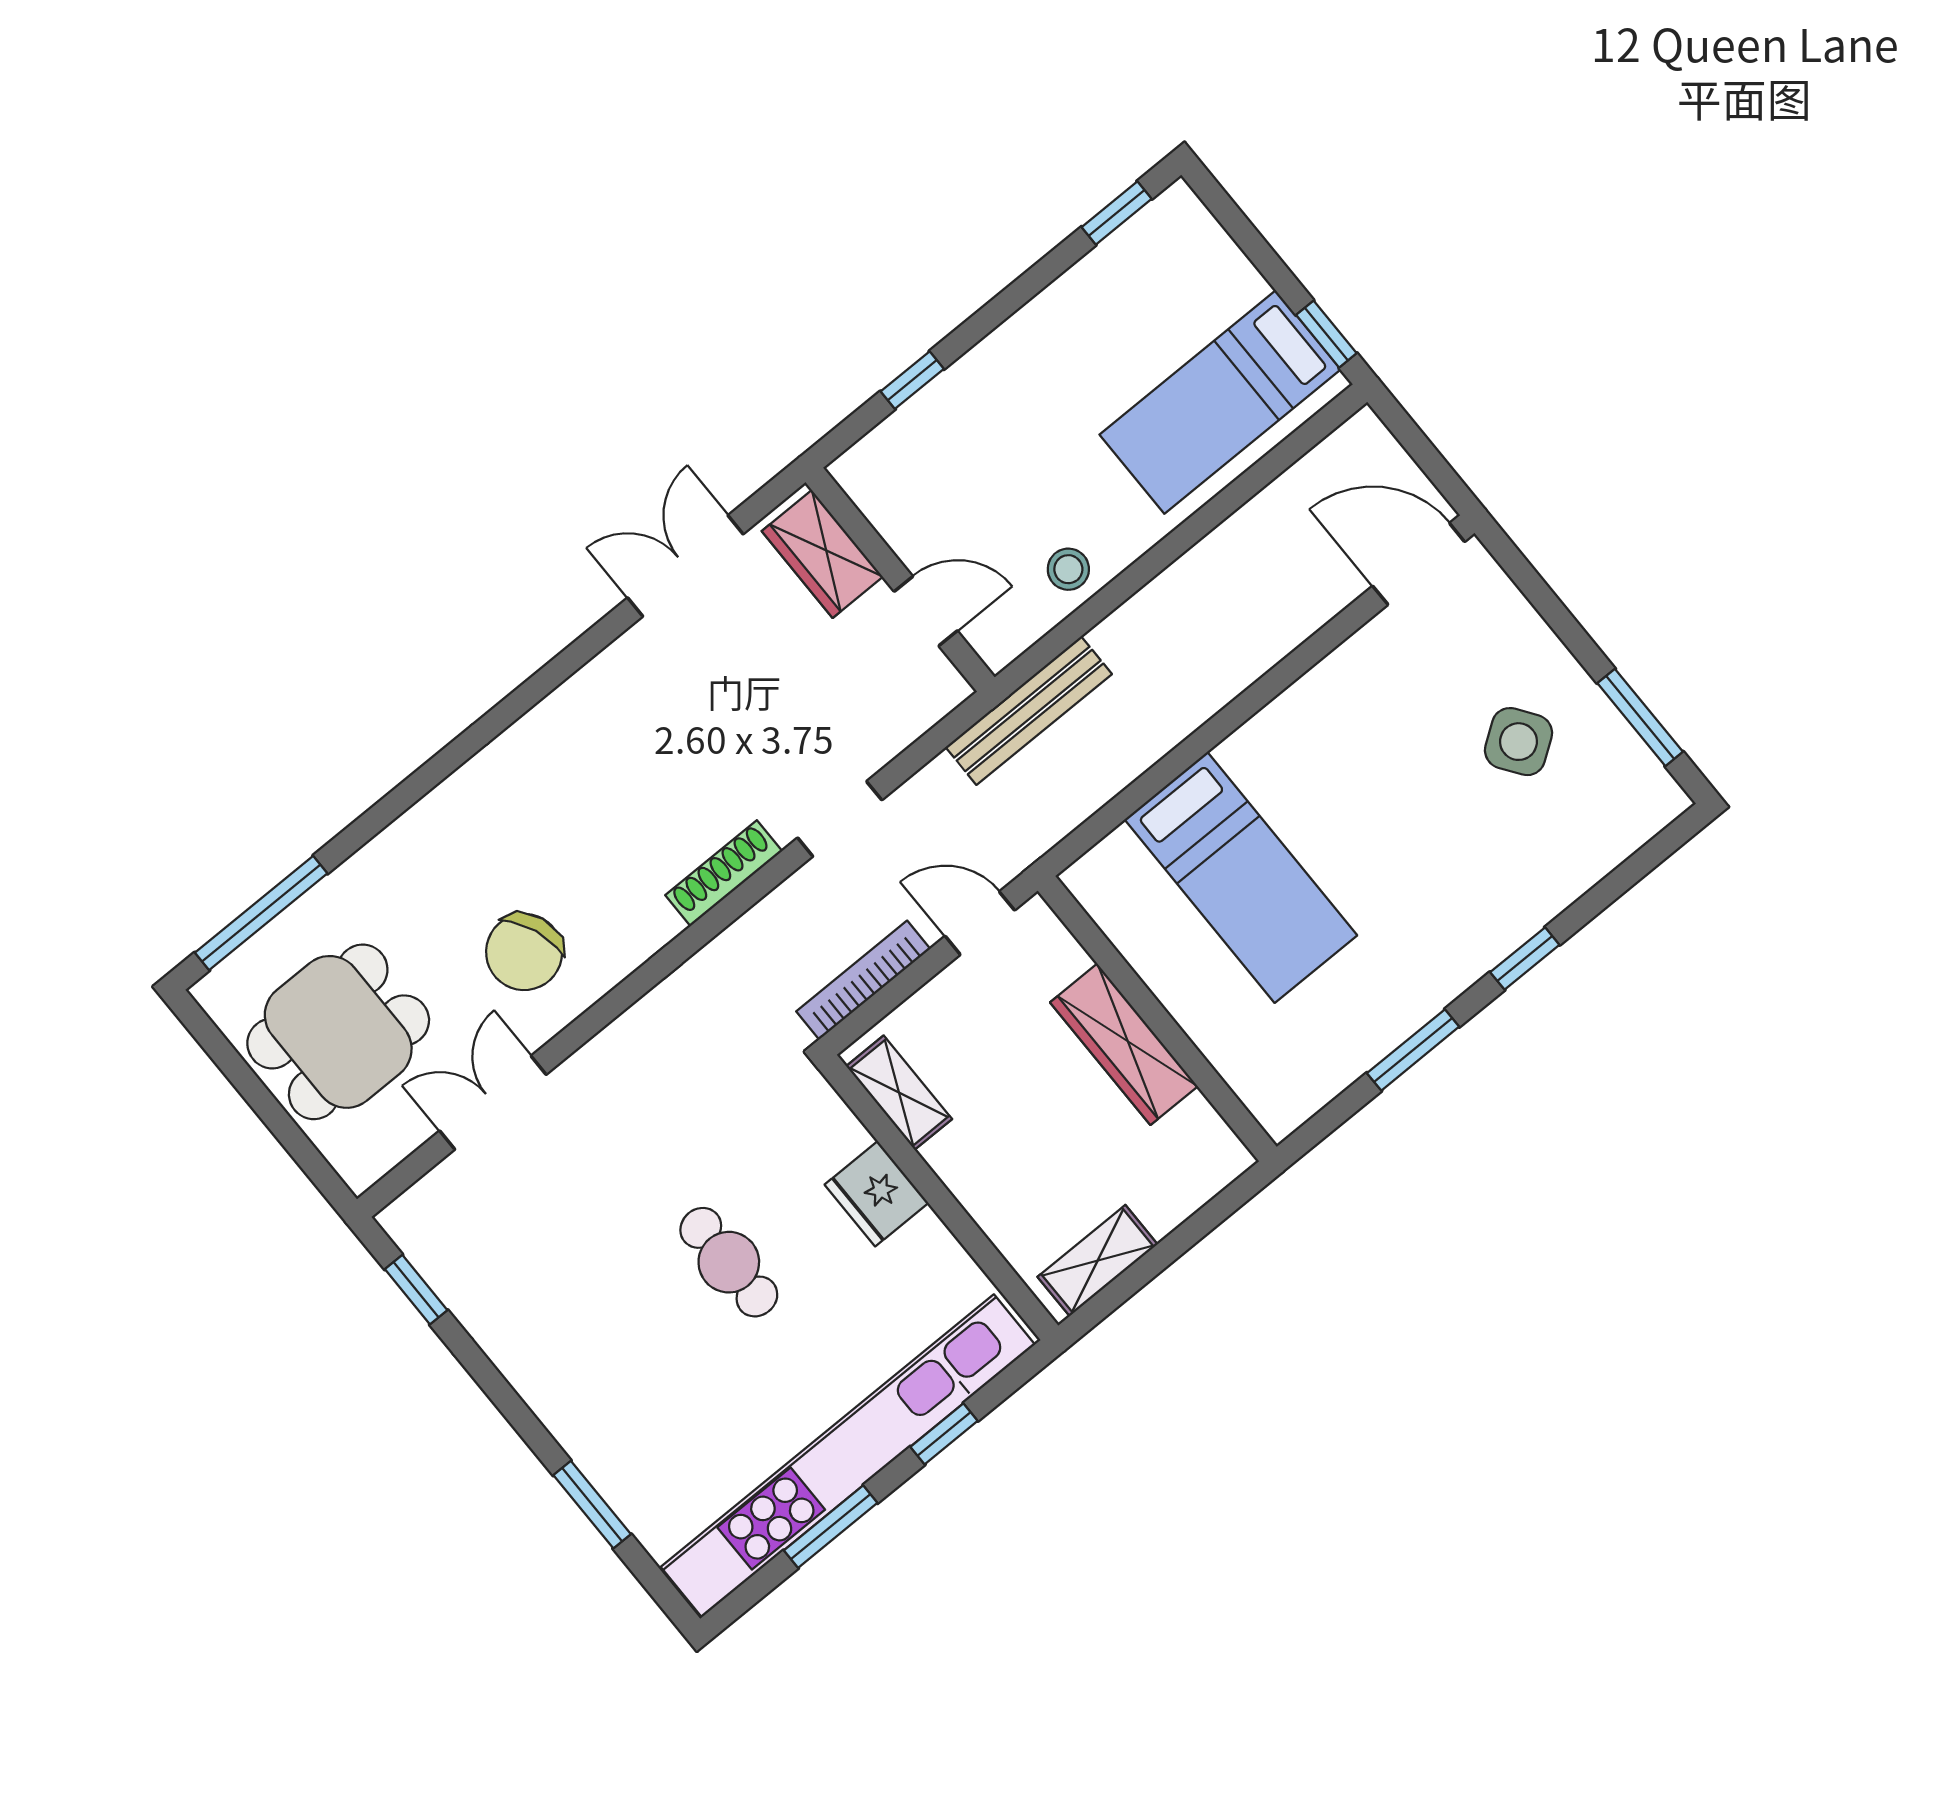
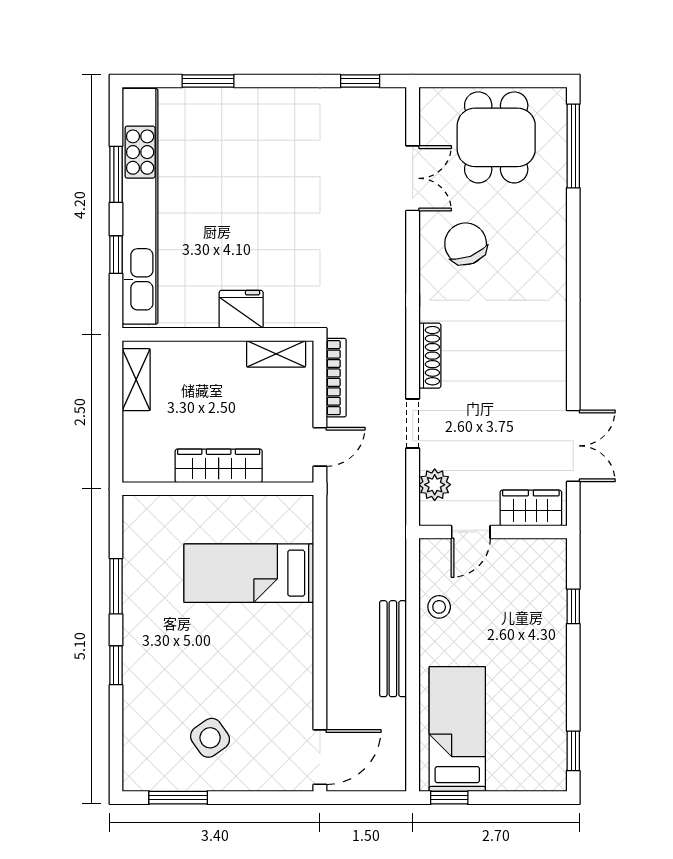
bench: (1029, 711) -> (393, 649), moved
plant: (901, 717) -> (435, 485), added
cafe table: (729, 1262) -> (263, 223), removed

